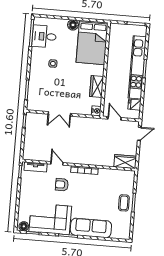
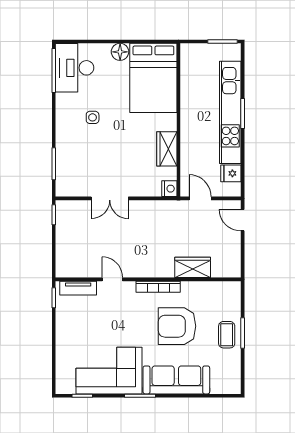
desk: (44, 36) -> (75, 68), width x1.37
door: (139, 134) -> (243, 220), swing flipped
wardrobe: (125, 162) -> (193, 267), moved
armchair: (62, 185) -> (177, 326), moved, width x1.88, depth x1.88
floor lamp: (24, 226) -> (67, 386), removed

